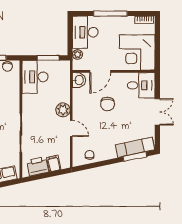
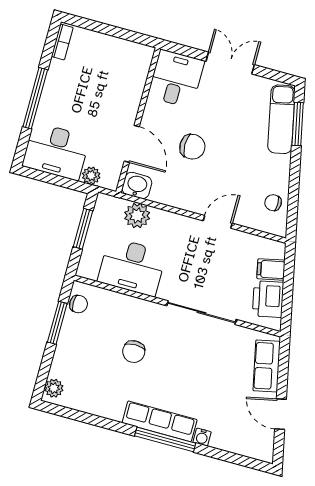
corner desk: (137, 52) -> (116, 70), removed
desk: (35, 77) -> (132, 267), moved
plant: (63, 110) -> (137, 216), moved

